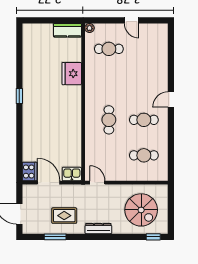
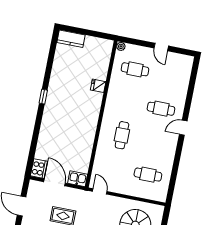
kitchen counter: (67, 30) -> (71, 39), moved
fridge: (72, 74) -> (98, 86), width x0.53, depth x0.75
cafe table: (144, 120) -> (161, 109), moved

